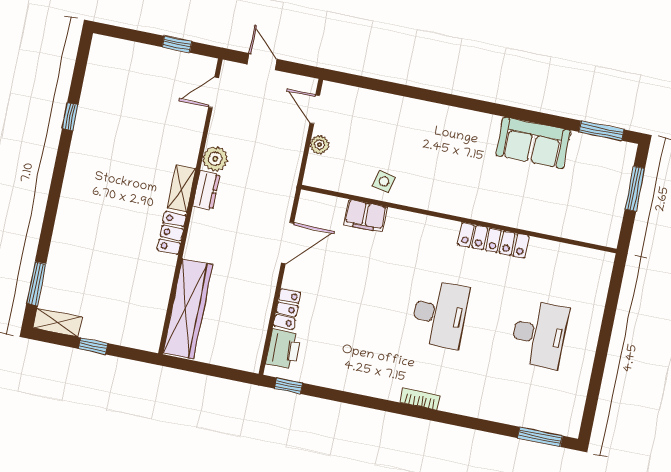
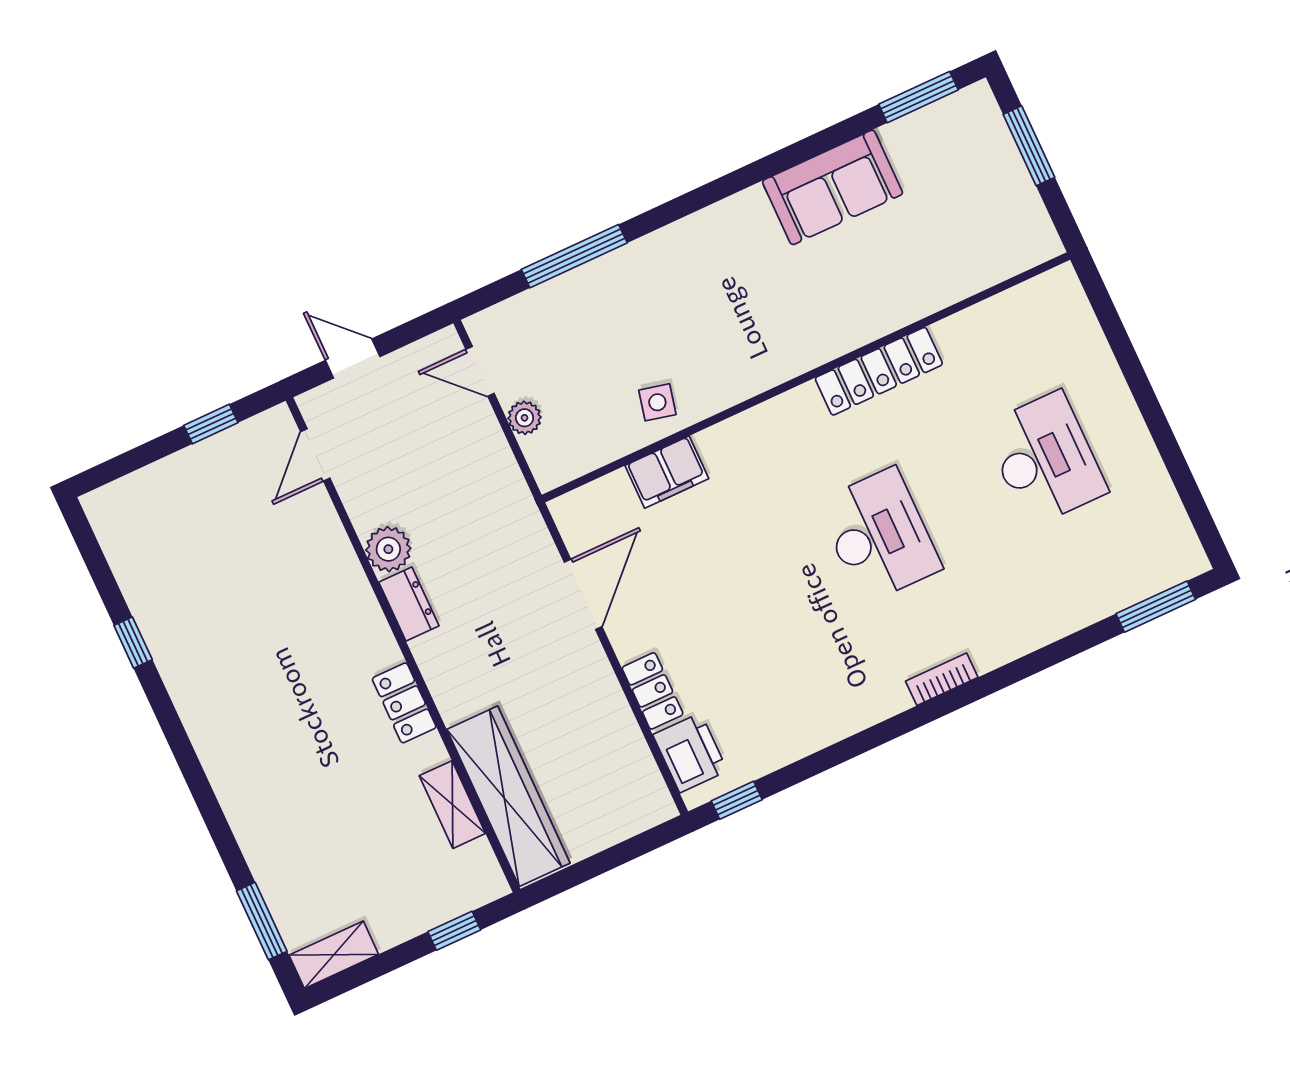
window: (395, 89) -> (574, 256), added
shelving: (181, 188) -> (452, 805), moved
window: (93, 346) -> (454, 931), moved

